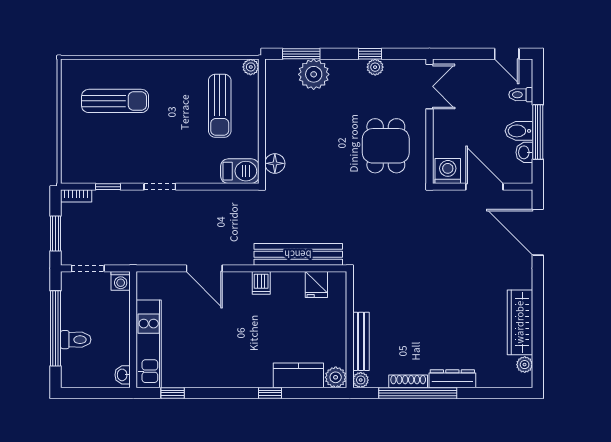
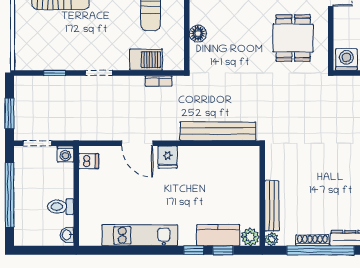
floor lamp: (275, 163) -> (198, 34), moved
barbecue: (240, 171) -> (146, 60), moved
bookcase: (76, 196) -> (159, 81), moved
dishwasher: (261, 283) -> (89, 161), moved, turned -90
fridge: (316, 285) -> (168, 157), moved
toilet: (76, 340) -> (61, 207), moved, turned 180
kitchen unit: (149, 344) -> (140, 235), moved, turned -90
window: (173, 393) -> (223, 250), moved

